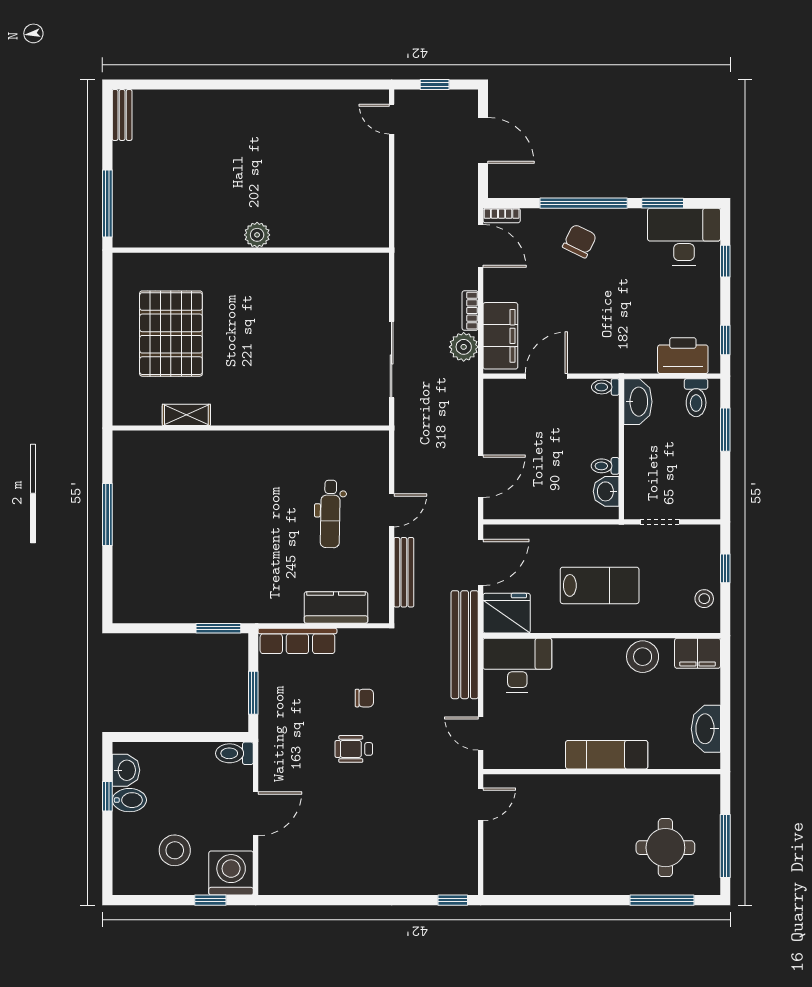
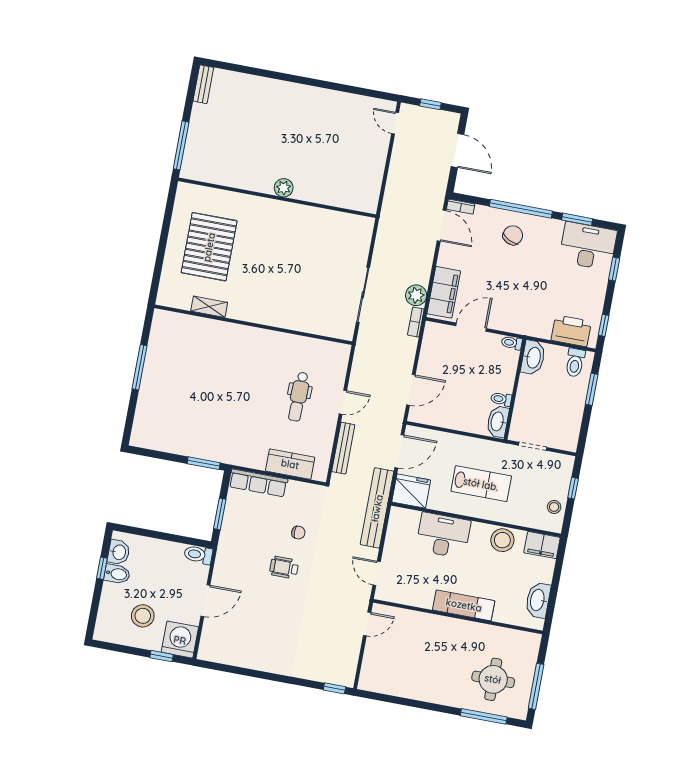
bookcase: (470, 311) -> (416, 322), moved
washbasin: (606, 491) -> (498, 422), width x1.38
desk: (517, 665) -> (443, 535), moved

